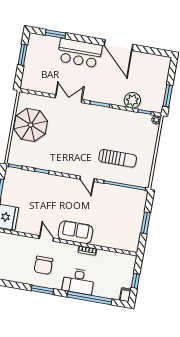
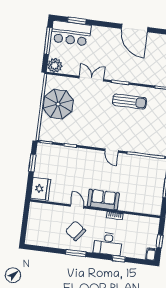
bar counter: (80, 53) -> (71, 33), moved
window: (23, 55) -> (48, 41), width x1.44
plant: (132, 100) -> (55, 65), moved
sun lounger: (118, 158) -> (130, 101), moved
chair: (43, 265) -> (76, 231), turned 127
window: (89, 298) -> (119, 259), width x0.32

